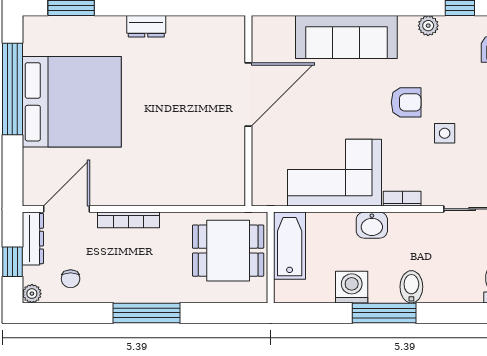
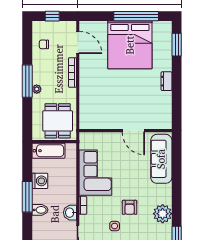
plant: (428, 26) -> (163, 214), width x1.88, depth x1.88
sofa: (346, 37) -> (161, 159), moved
door: (248, 94) -> (133, 131), width x0.73
washbasin: (372, 225) -> (70, 213), moved
dresser: (33, 239) -> (63, 26), removed
bathtub: (290, 246) -> (48, 151), moved
plant: (32, 294) -> (37, 89), moved

